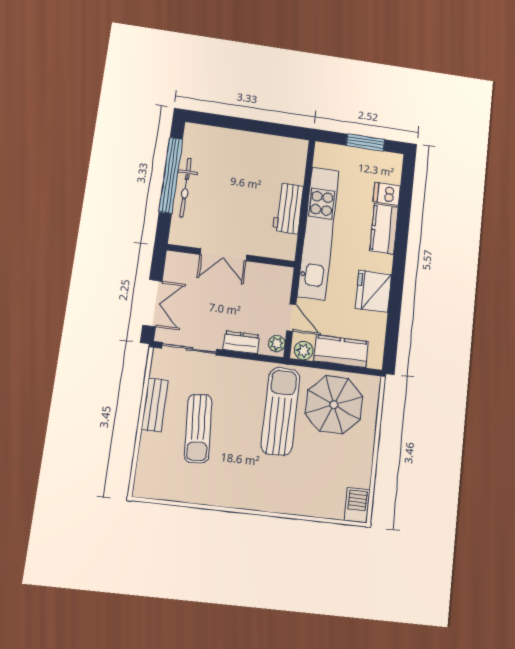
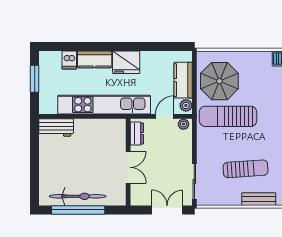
bicycle: (186, 188) -> (78, 196), width x1.37, depth x1.40
workbench: (288, 208) -> (56, 128), moved
fridge: (373, 291) -> (126, 62), moved
dresser: (241, 342) -> (137, 133), moved, turned 180
bench: (155, 405) -> (259, 199), moved

